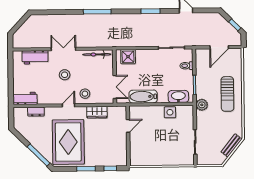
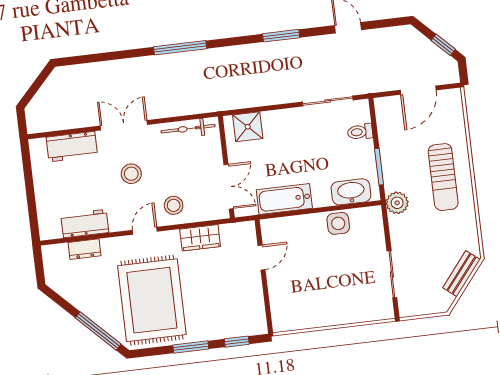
workbench: (25, 98) -> (85, 224), moved

